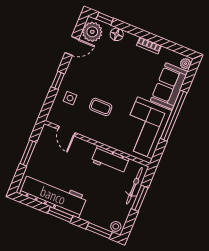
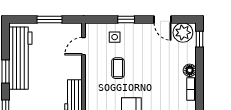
floor lamp: (117, 34) -> (190, 70), moved

